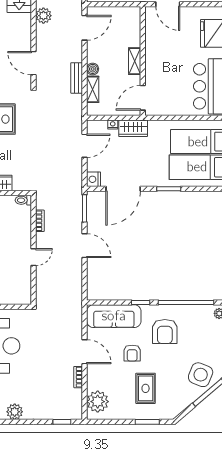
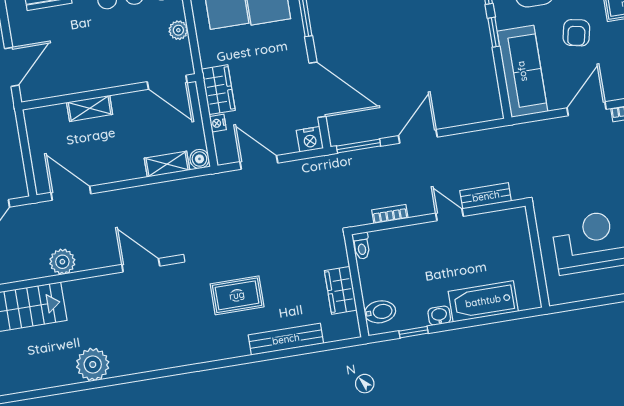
shelving: (135, 61) -> (90, 108), moved
door: (33, 63) -> (141, 265), swing flipped
boiler: (93, 69) -> (199, 159), moved
bench: (77, 78) -> (486, 196), moved
plant: (174, 110) -> (178, 30), added
armchair: (132, 353) -> (576, 33), turned 102

